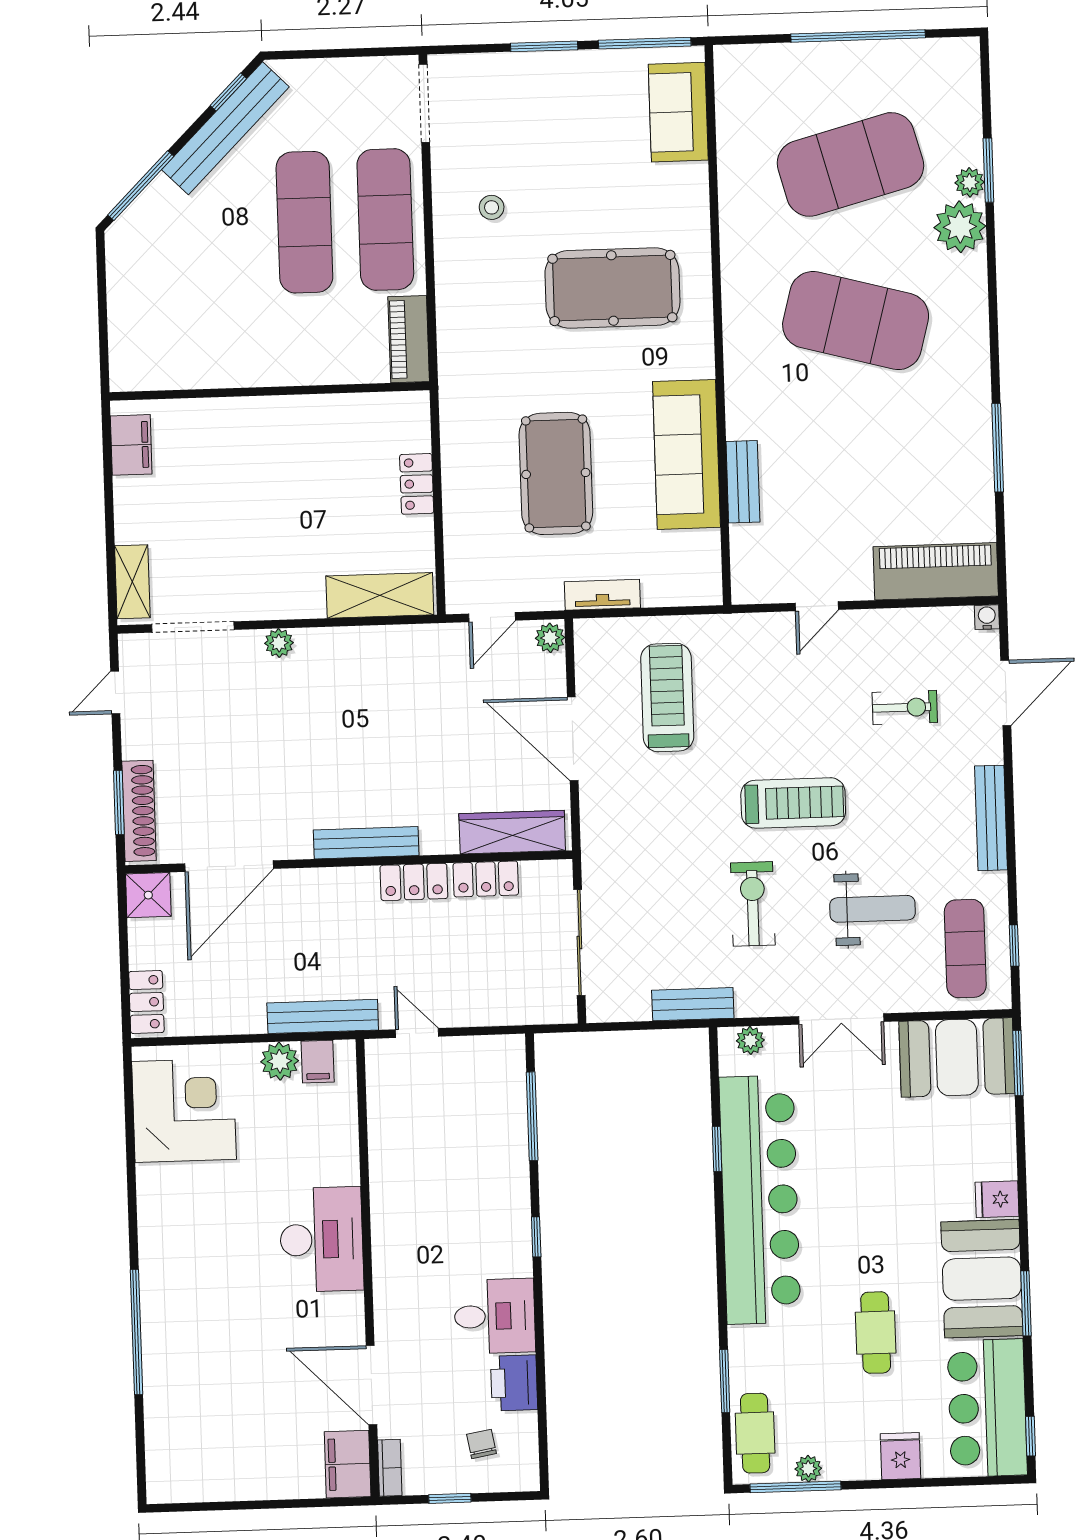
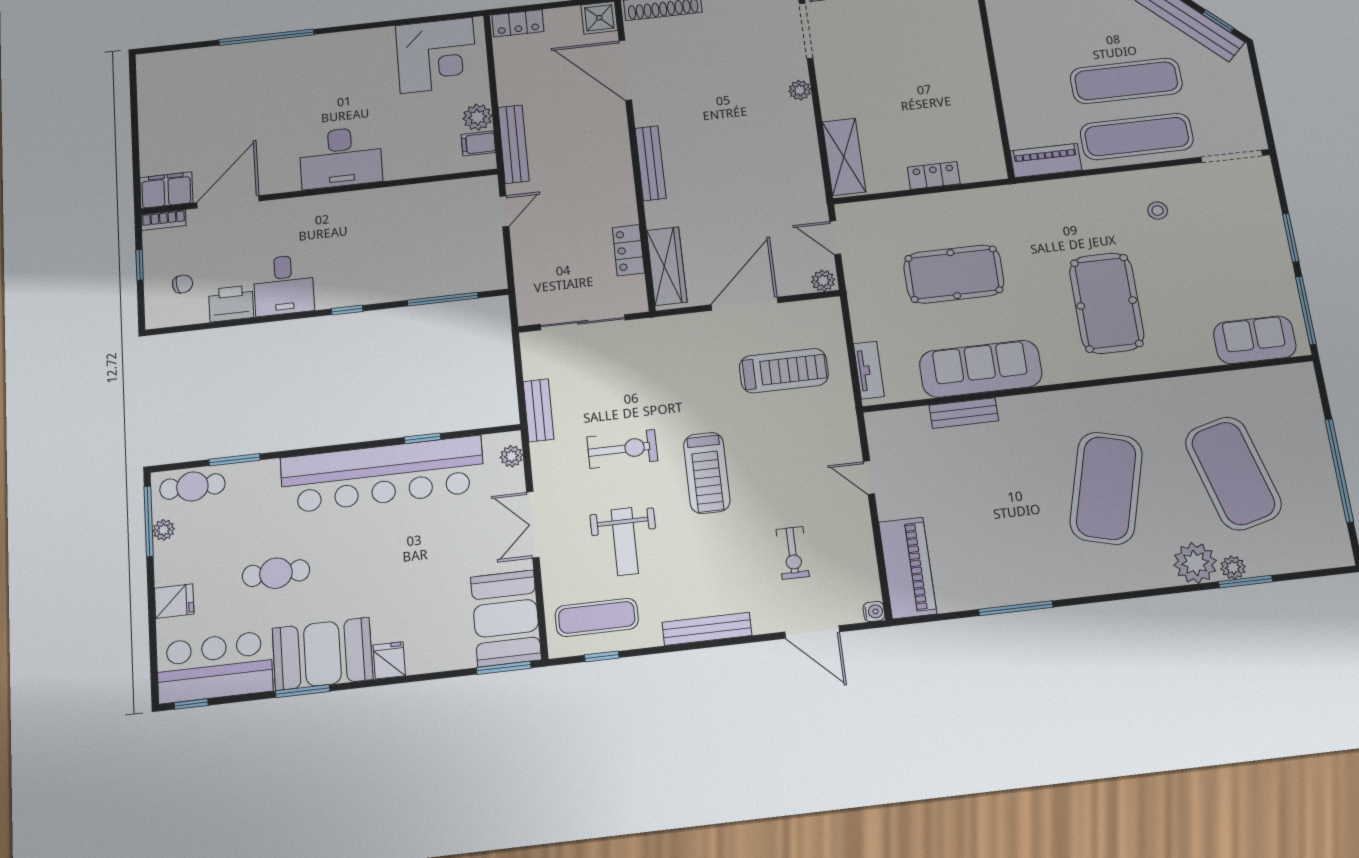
tv unit: (602, 595) -> (869, 370), moved
locker: (414, 882) -> (622, 199), removed

